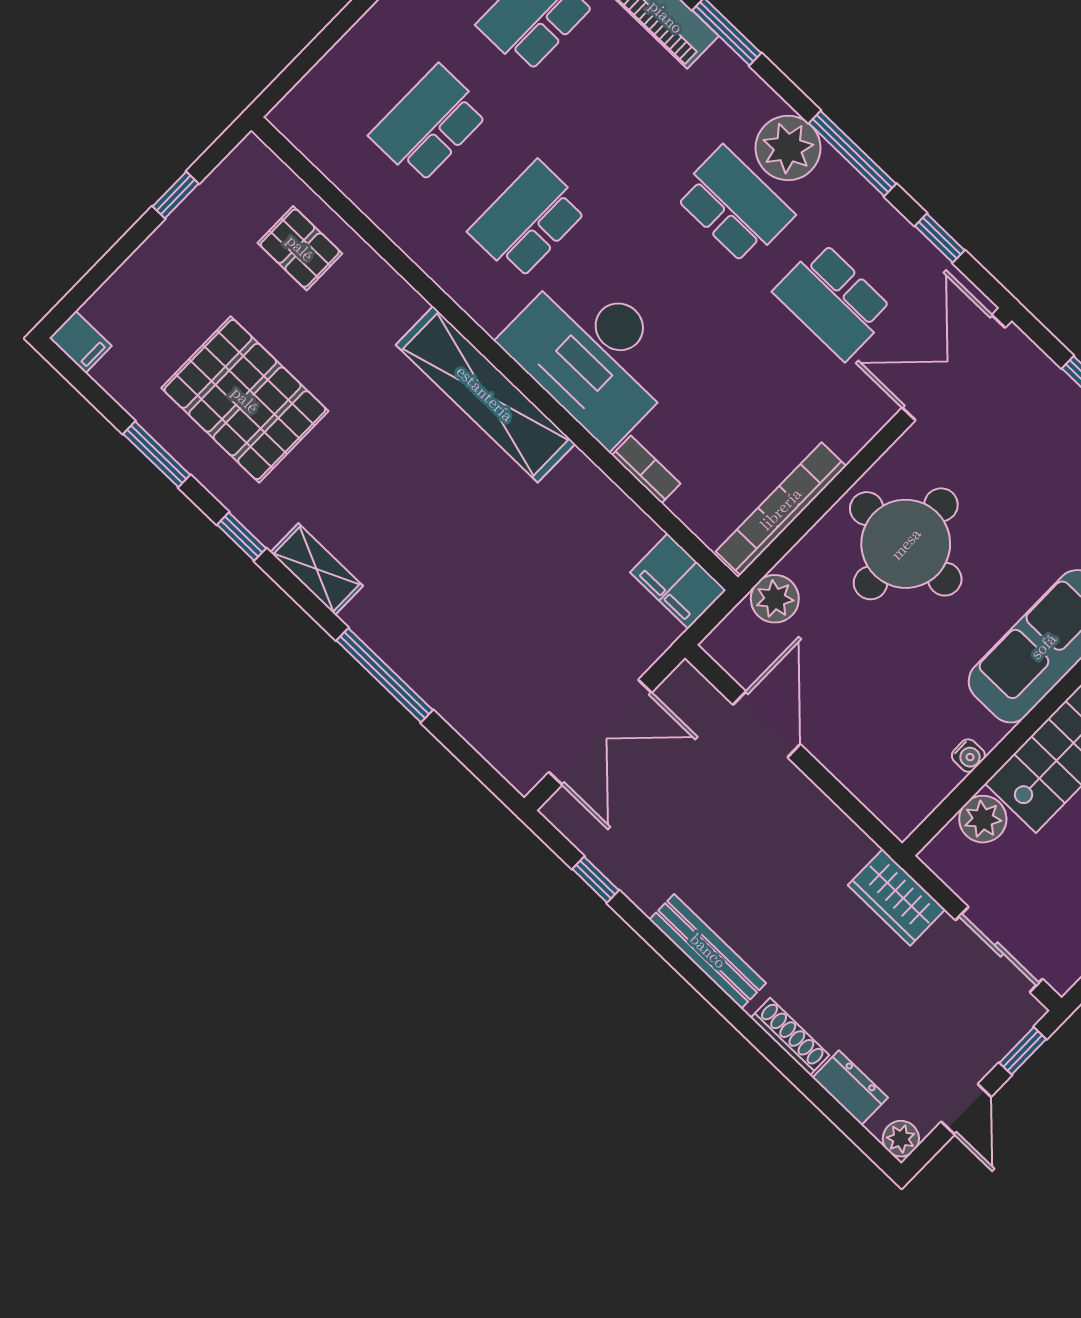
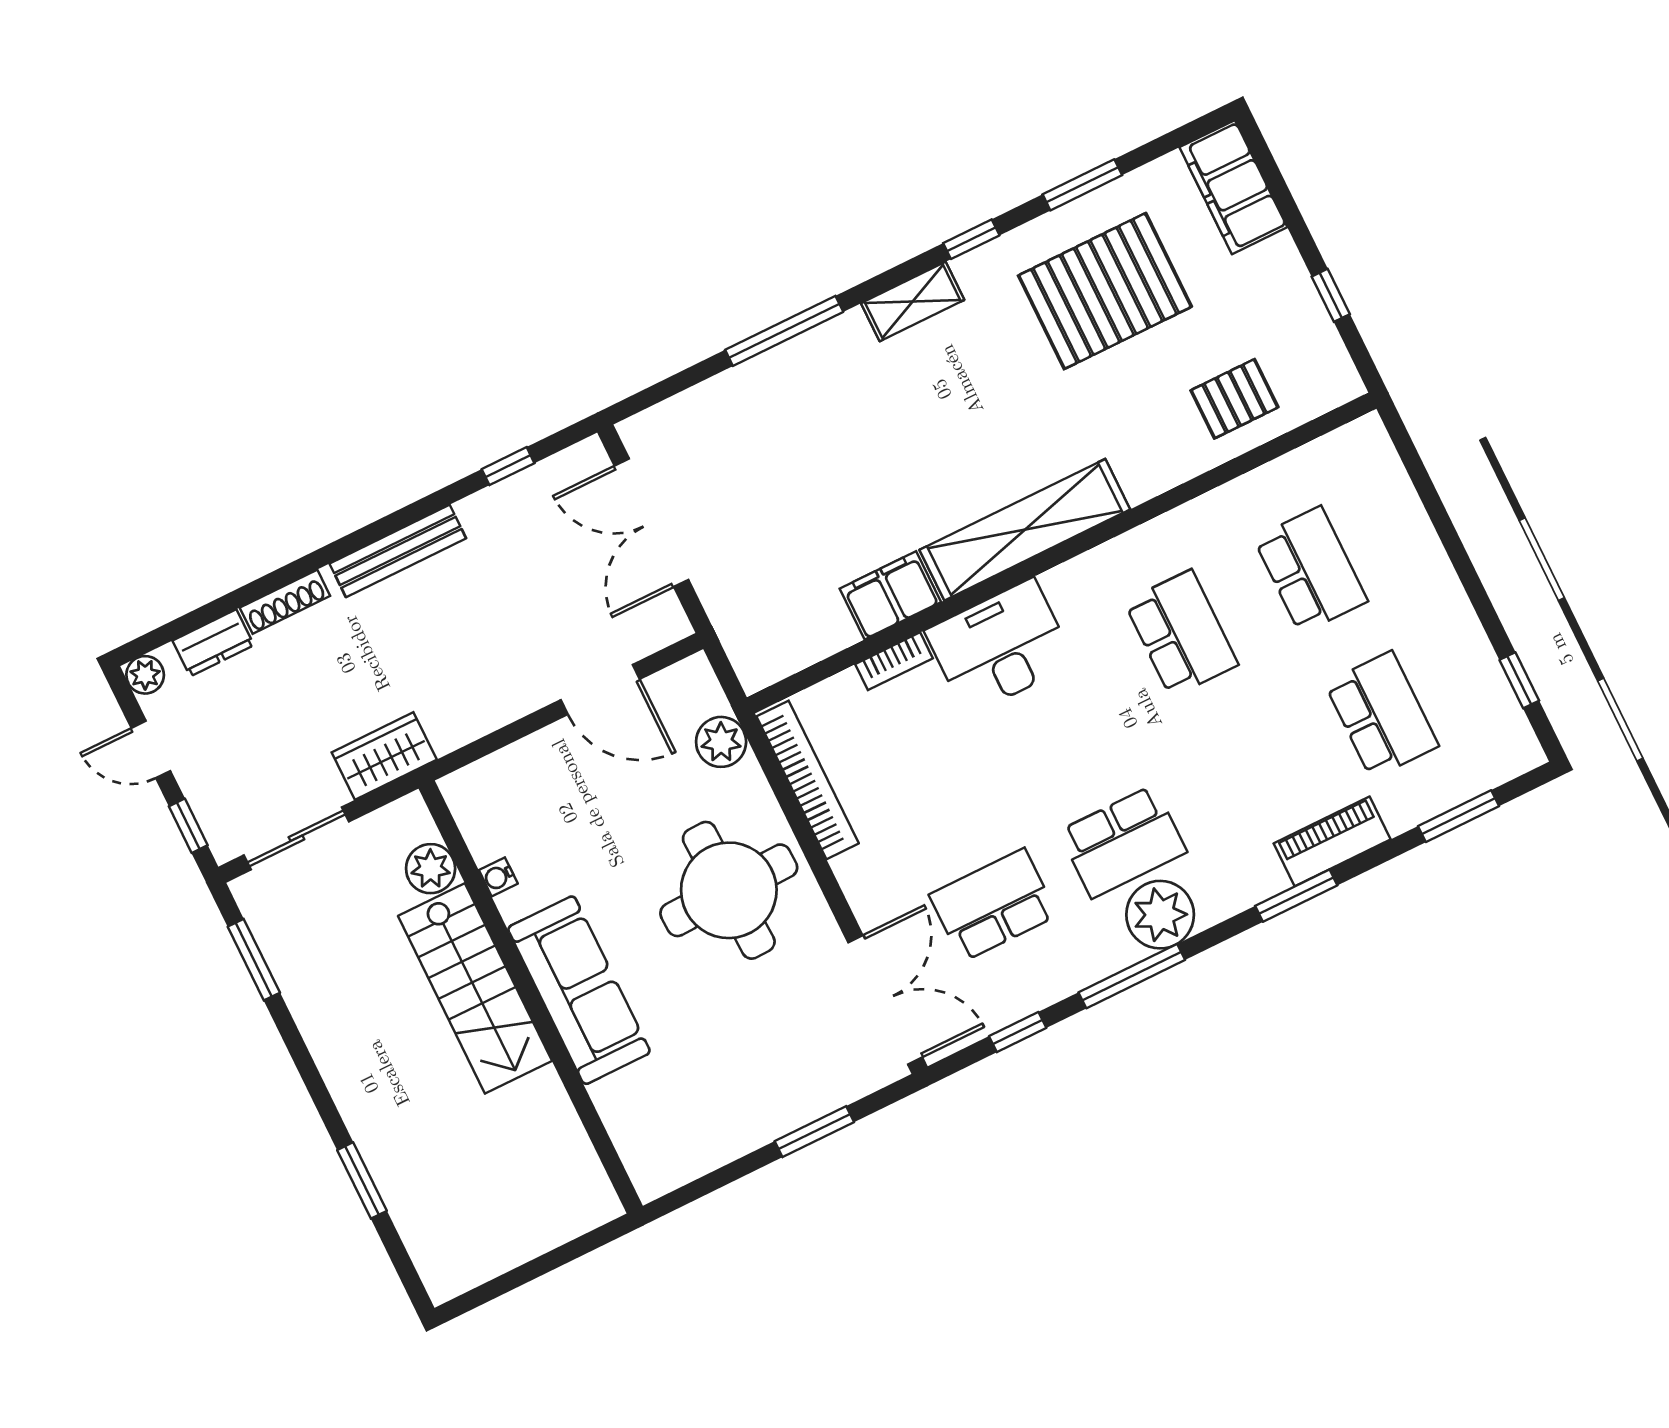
filing cabinet: (80, 342) -> (1233, 187), width x3.00, depth x1.17
desk: (593, 354) -> (1000, 647), width x0.73, depth x0.77
filing cabinet: (678, 581) -> (890, 595), moved

